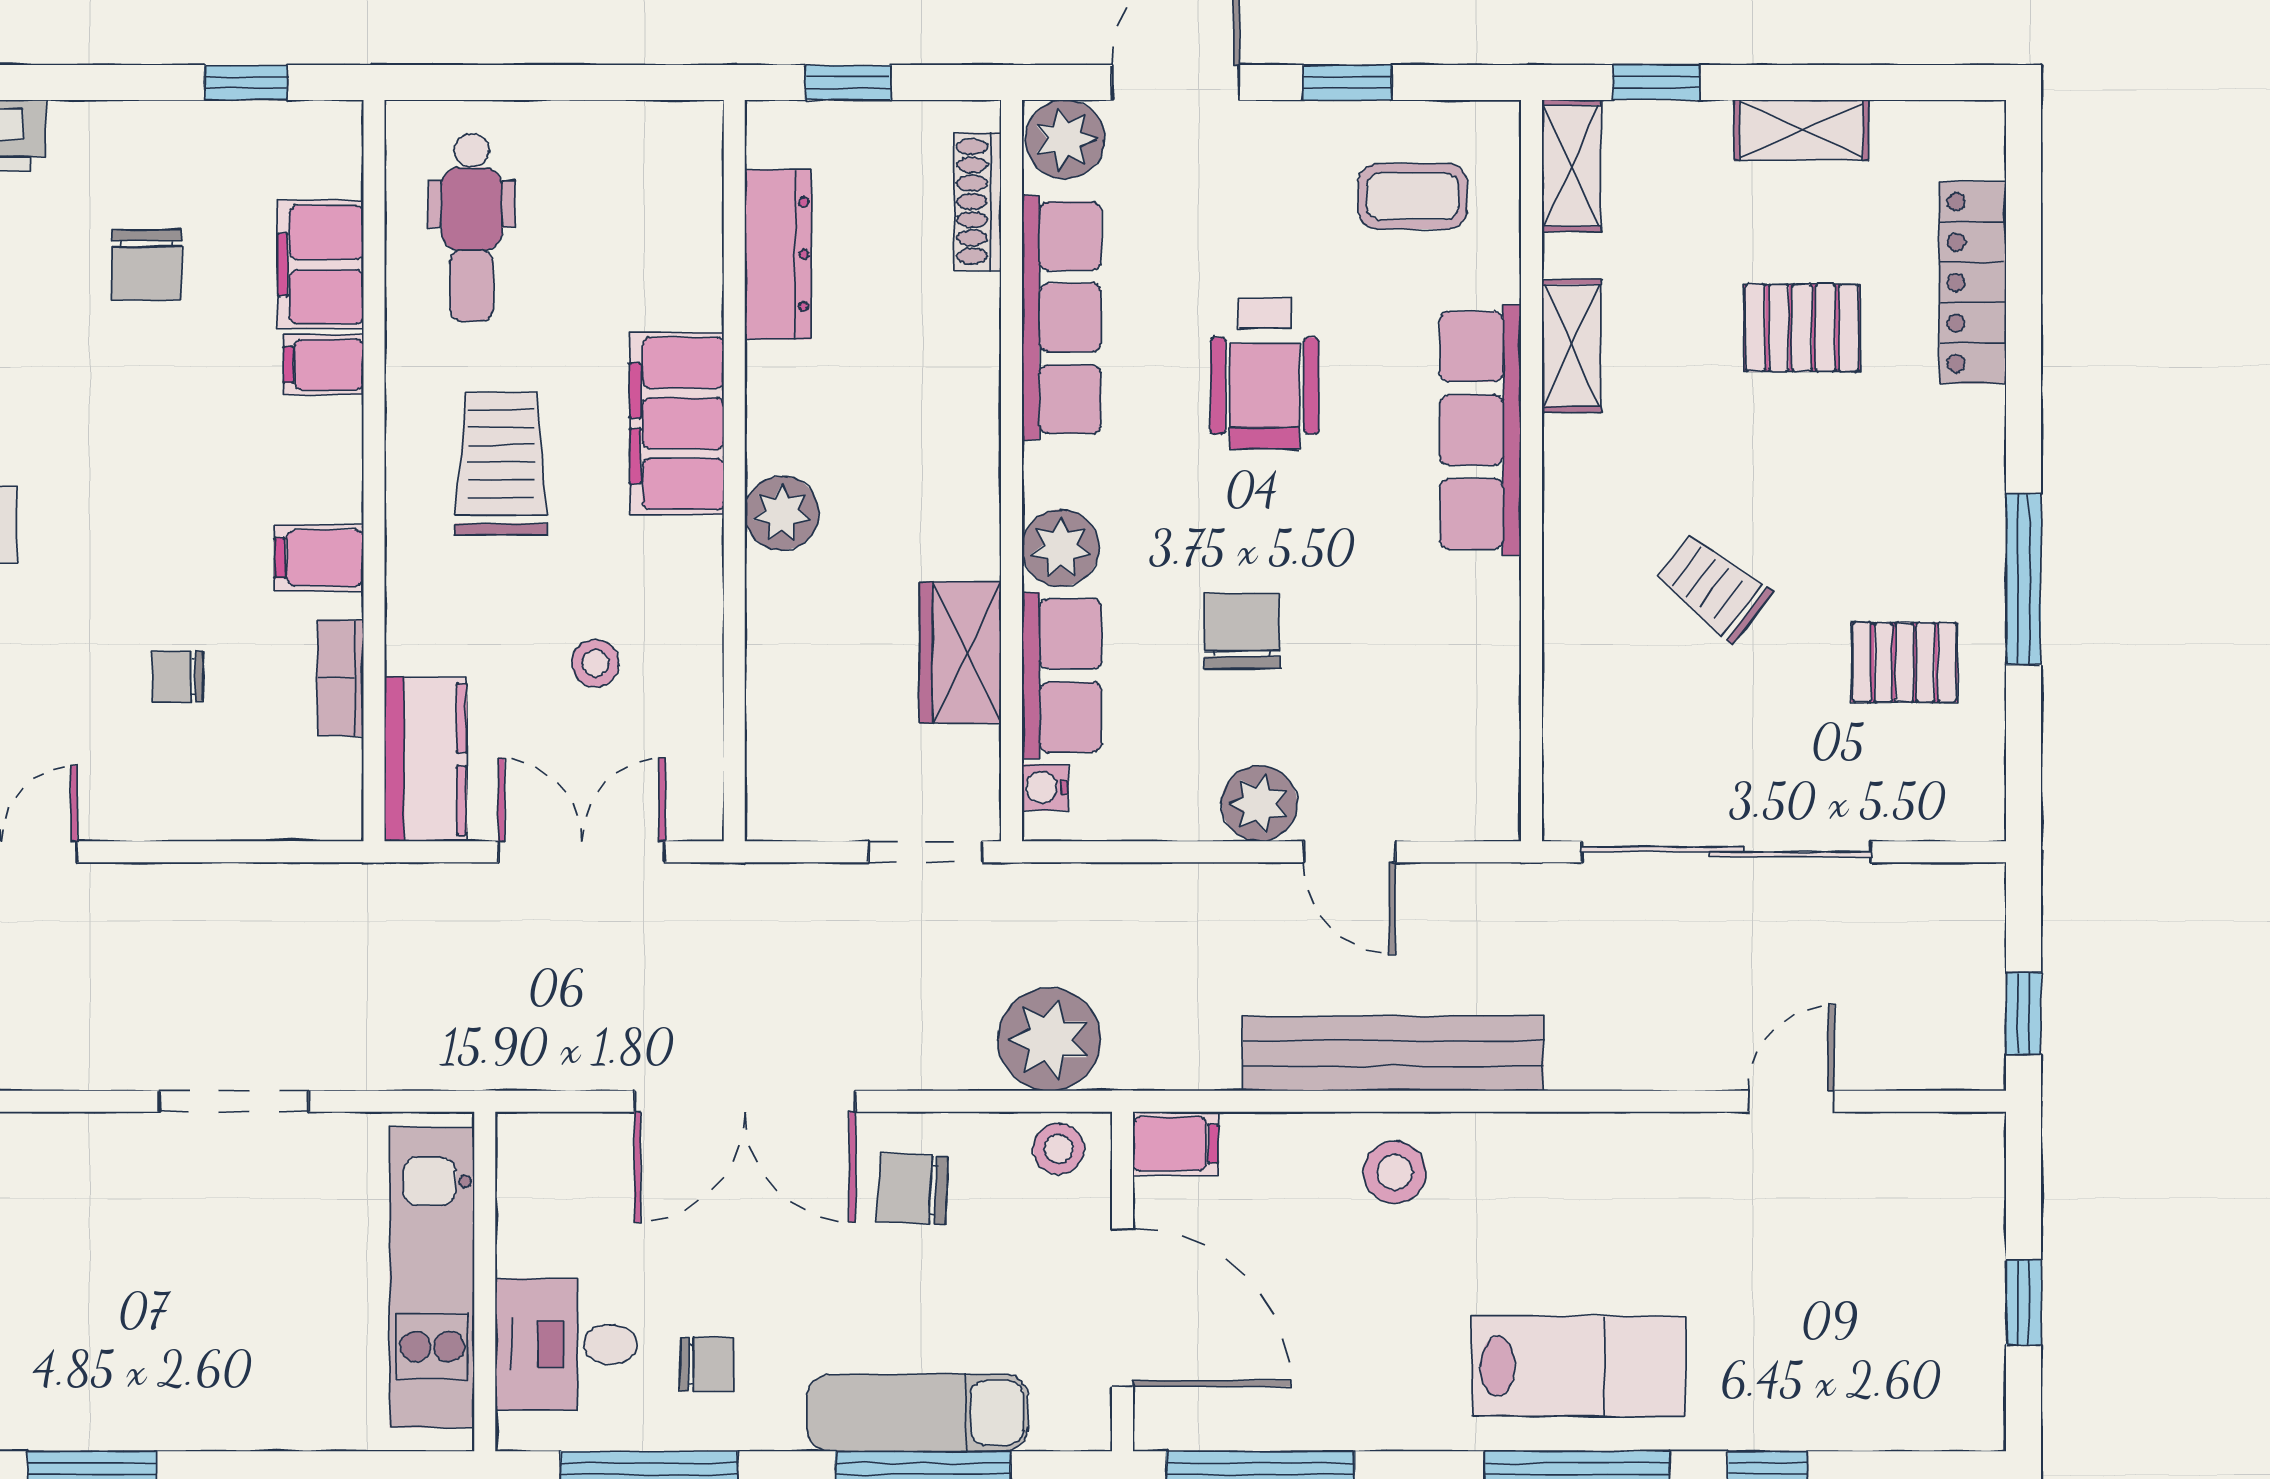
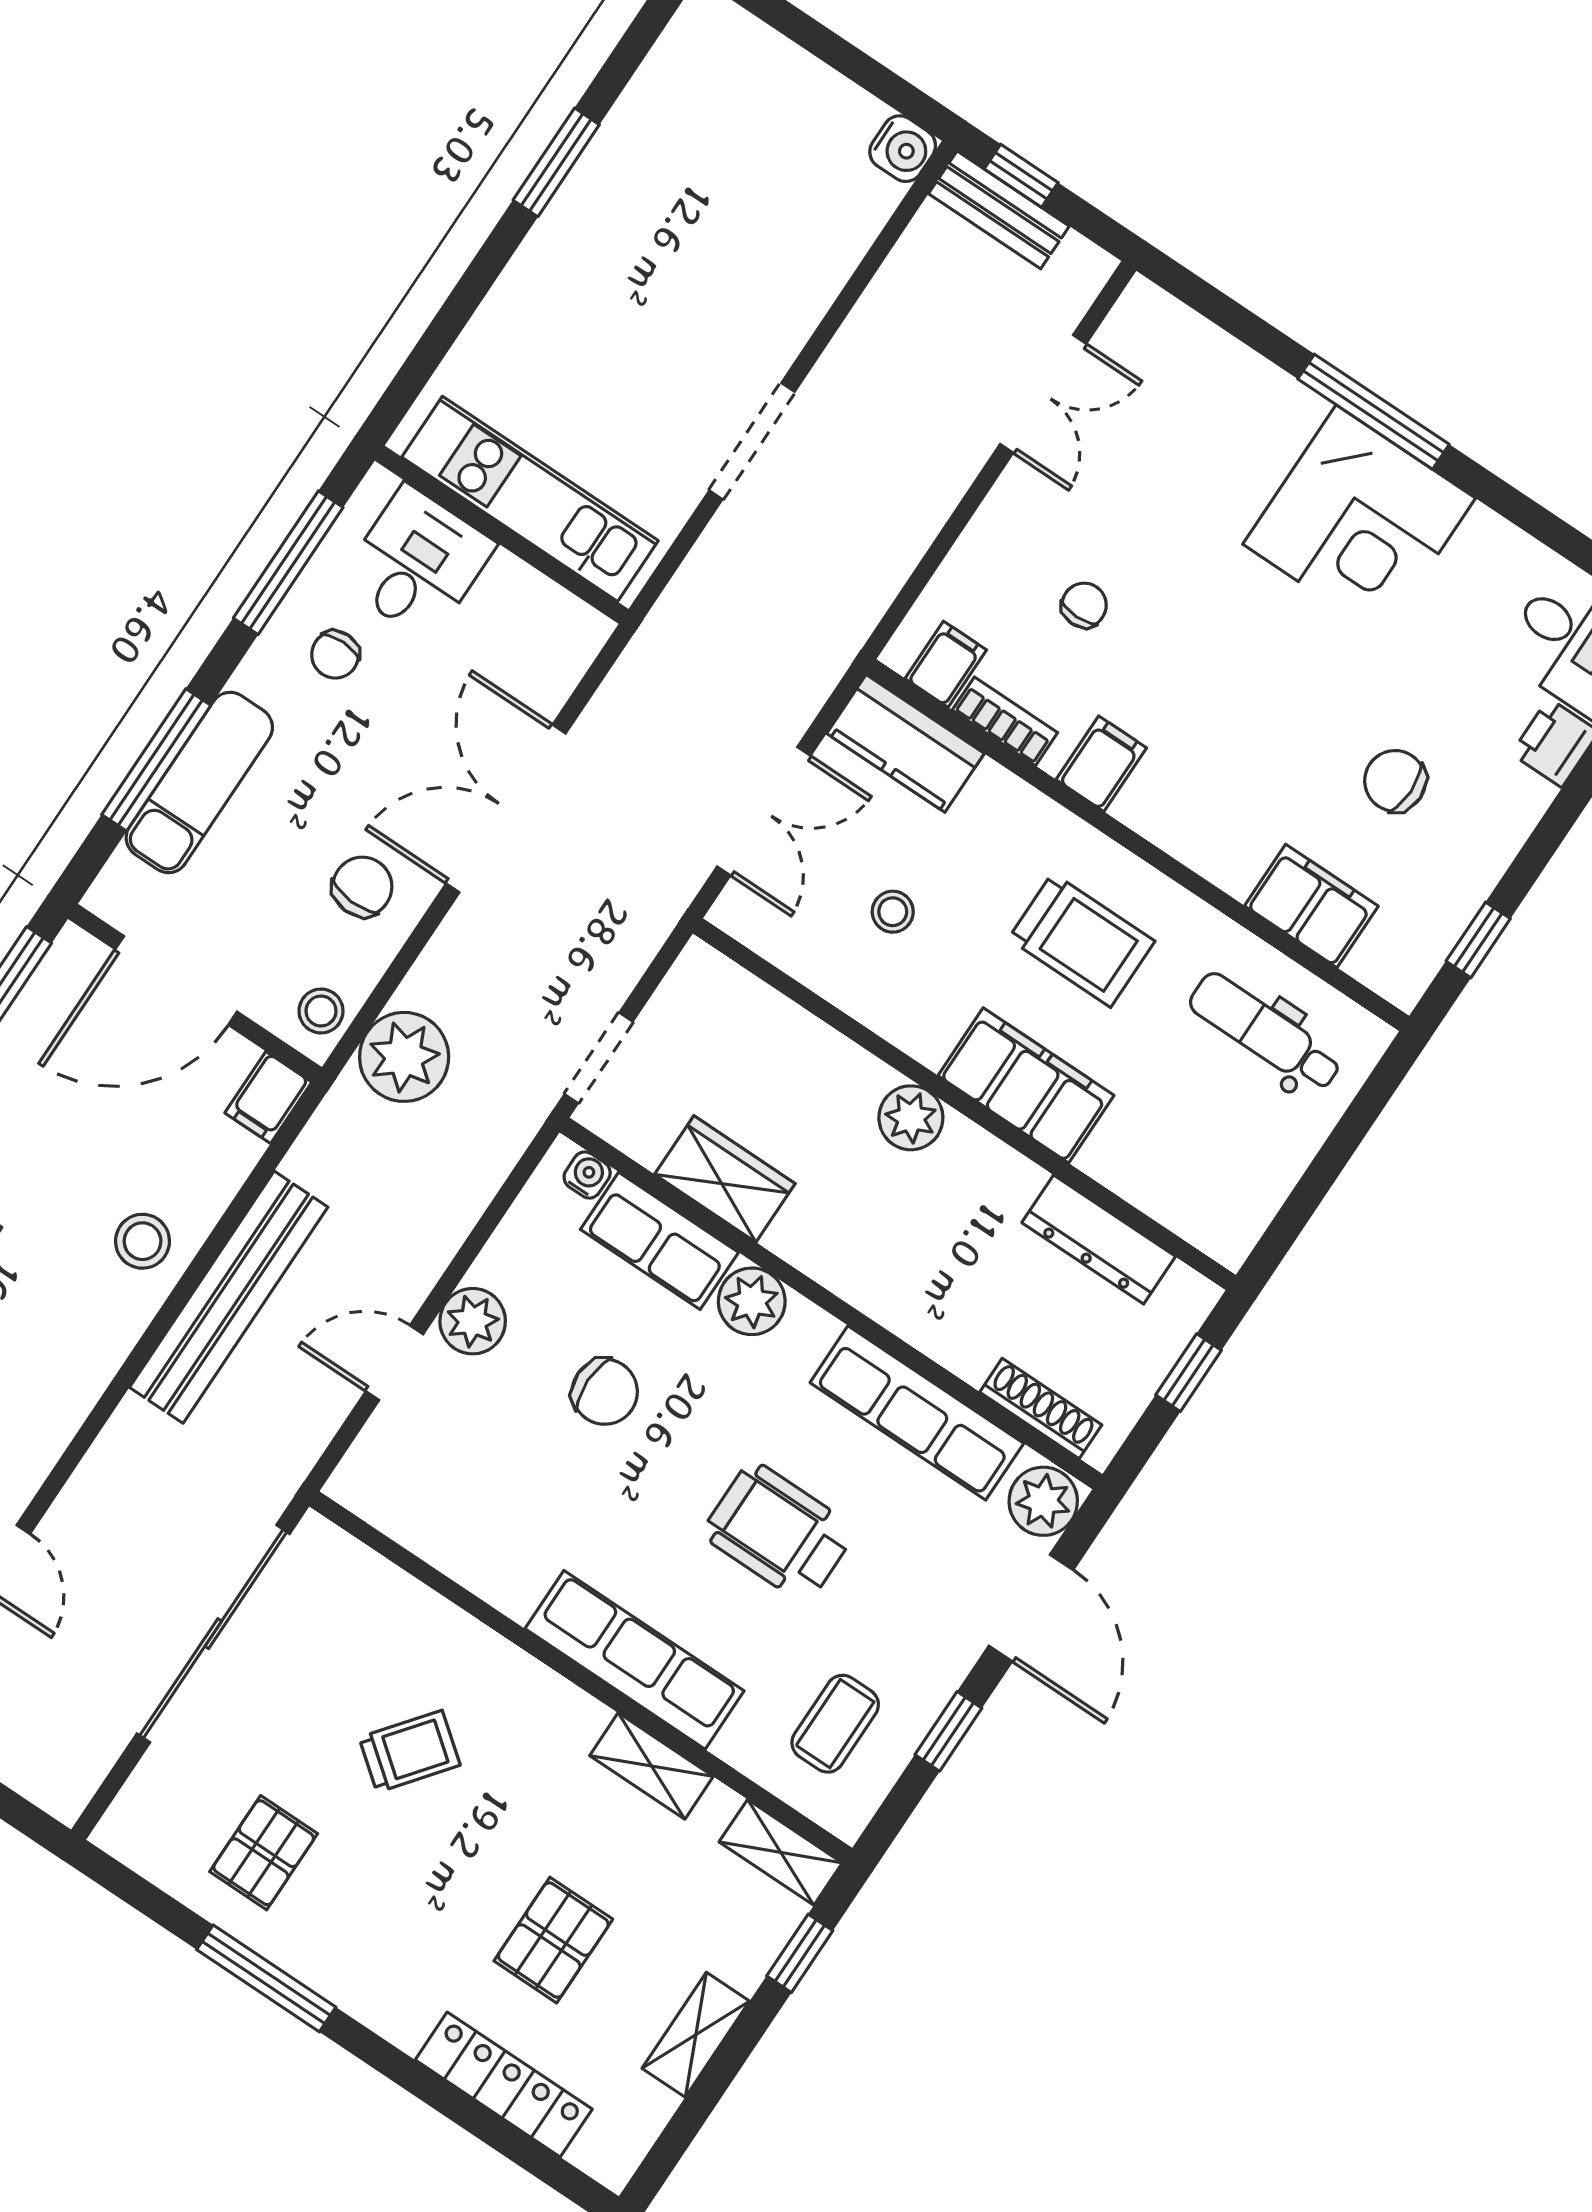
filing cabinet: (323, 365) -> (946, 664), moved

